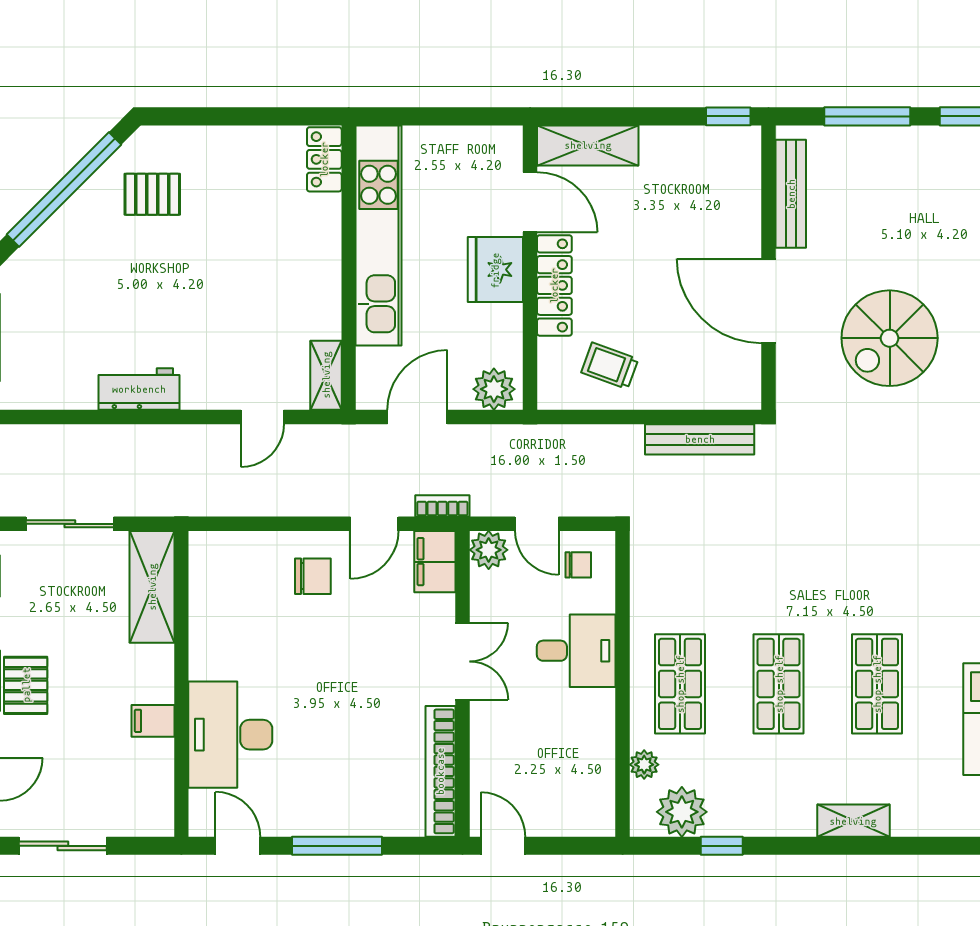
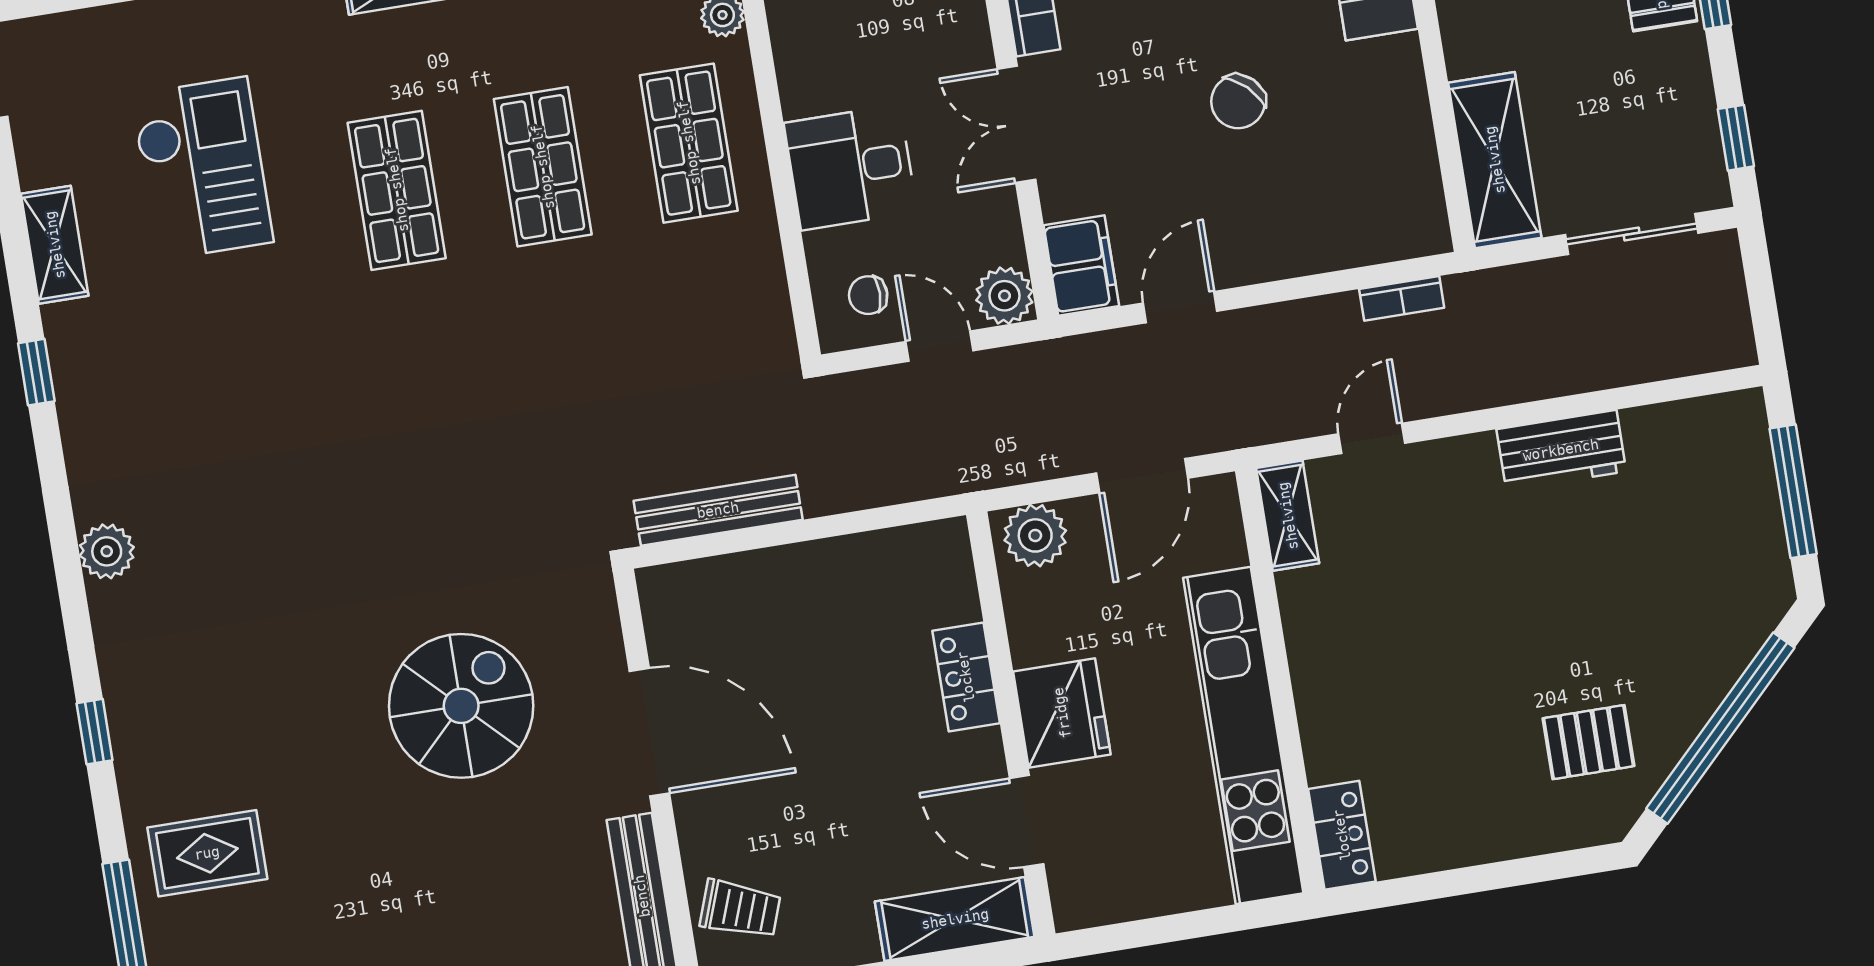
locker: (554, 285) -> (966, 677), width x0.66
trolley: (610, 366) -> (740, 909), moved
bookcase: (442, 506) -> (1402, 298), moved
chair: (313, 576) -> (1238, 102), moved, turned -46

